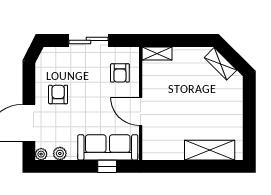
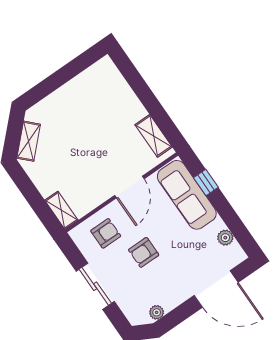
armchair: (58, 94) -> (144, 252), moved
shelving: (210, 150) -> (154, 136), moved, width x0.67, depth x0.75
plant: (41, 154) -> (157, 312), moved

